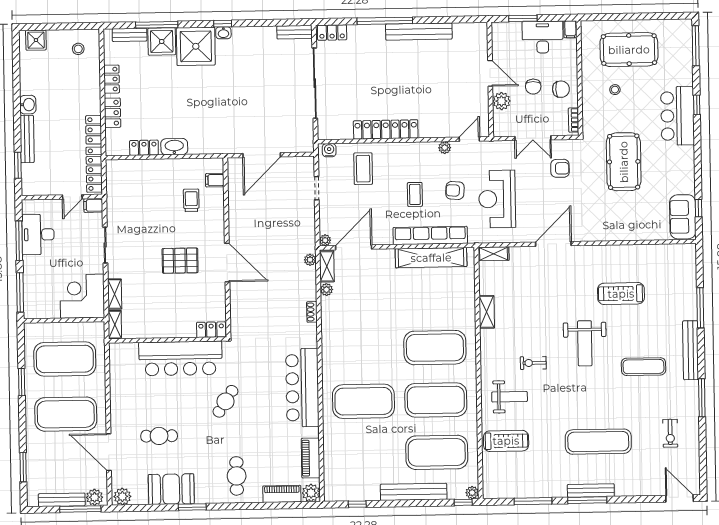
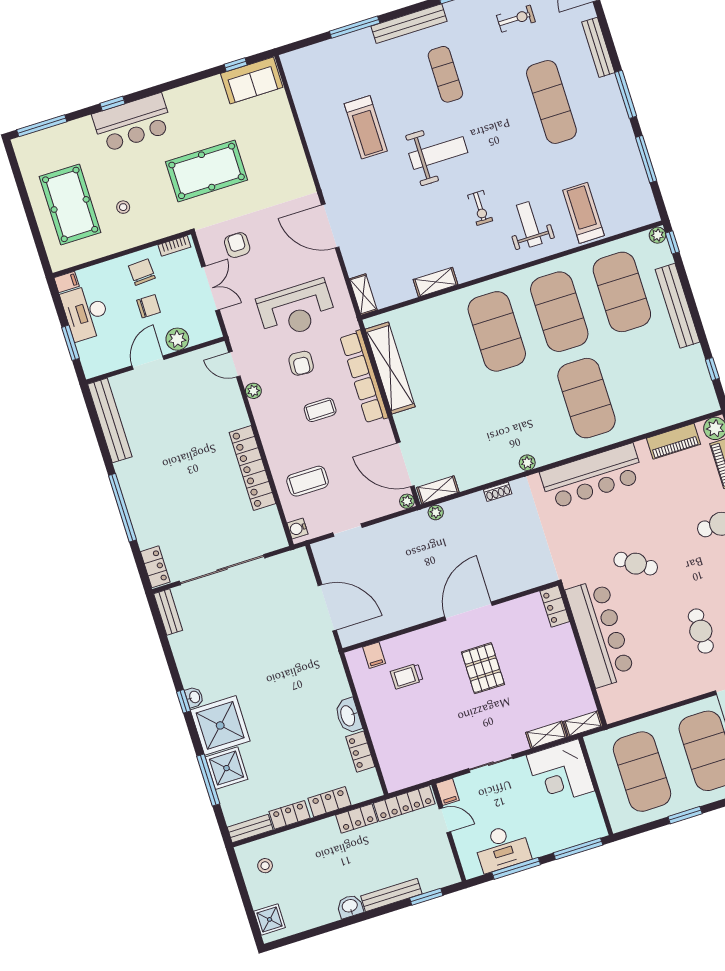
bench: (419, 32) -> (110, 420), moved
bench: (130, 35) -> (250, 829), moved, turned 90
plant: (327, 290) -> (527, 463), moved
bench: (591, 490) -> (598, 47), moved

